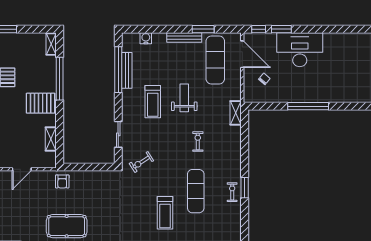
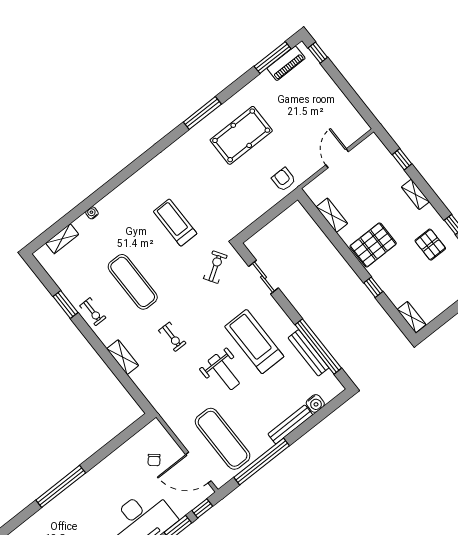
window: (203, 29) -> (262, 462), width x2.11
bench: (184, 37) -> (290, 424), moved
window: (60, 79) -> (373, 287), width x0.32
treadmill: (153, 102) -> (254, 342), width x1.37, depth x1.38
window: (308, 106) -> (61, 486), moved
shelving: (236, 113) -> (123, 357), moved
window: (245, 188) -> (65, 304), moved
treadmill: (165, 213) -> (175, 223), moved

